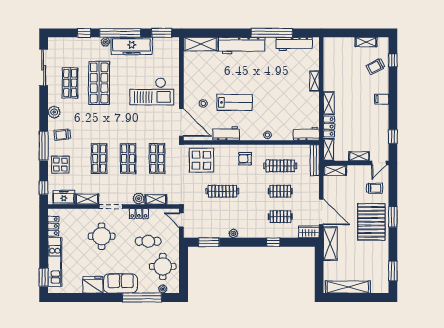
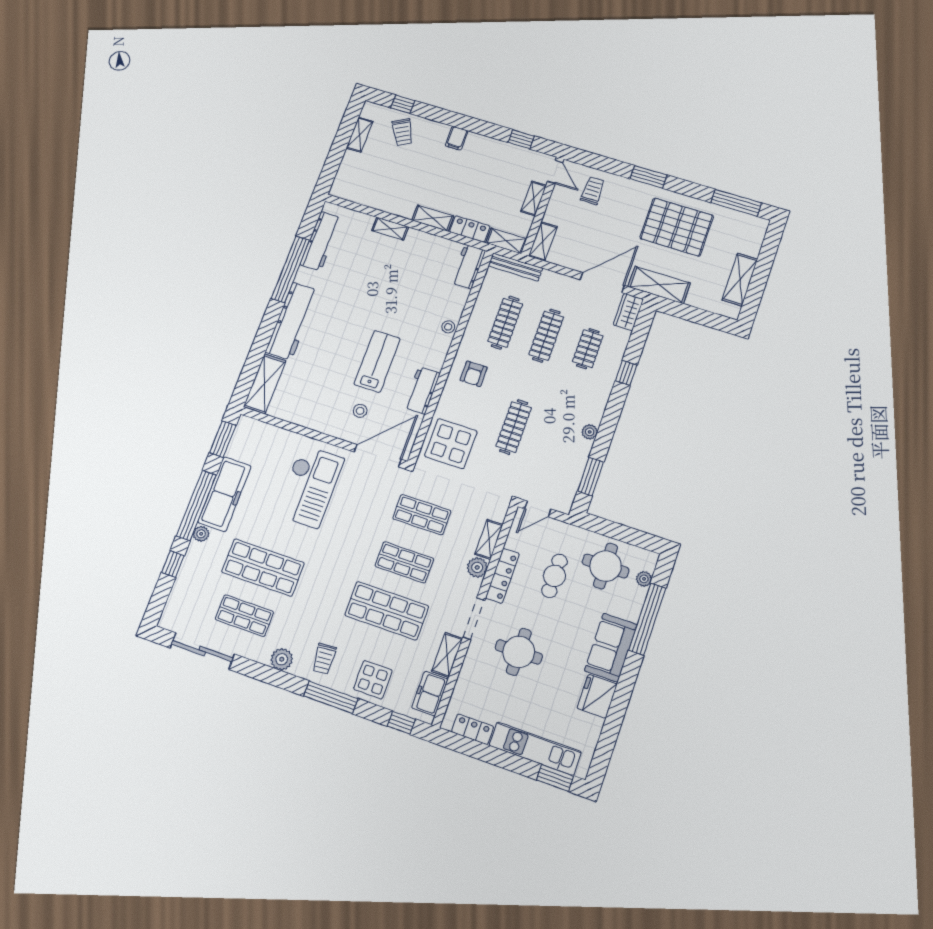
shop shelf: (99, 159) -> (387, 611), width x1.43, depth x1.36
clothes rail: (280, 191) -> (546, 336), width x1.36
locker: (139, 214) -> (502, 576), width x1.53
pallet: (371, 222) -> (677, 227), moved
window: (393, 271) -> (736, 203), width x1.44
shelving: (348, 287) -> (740, 280), width x0.68

